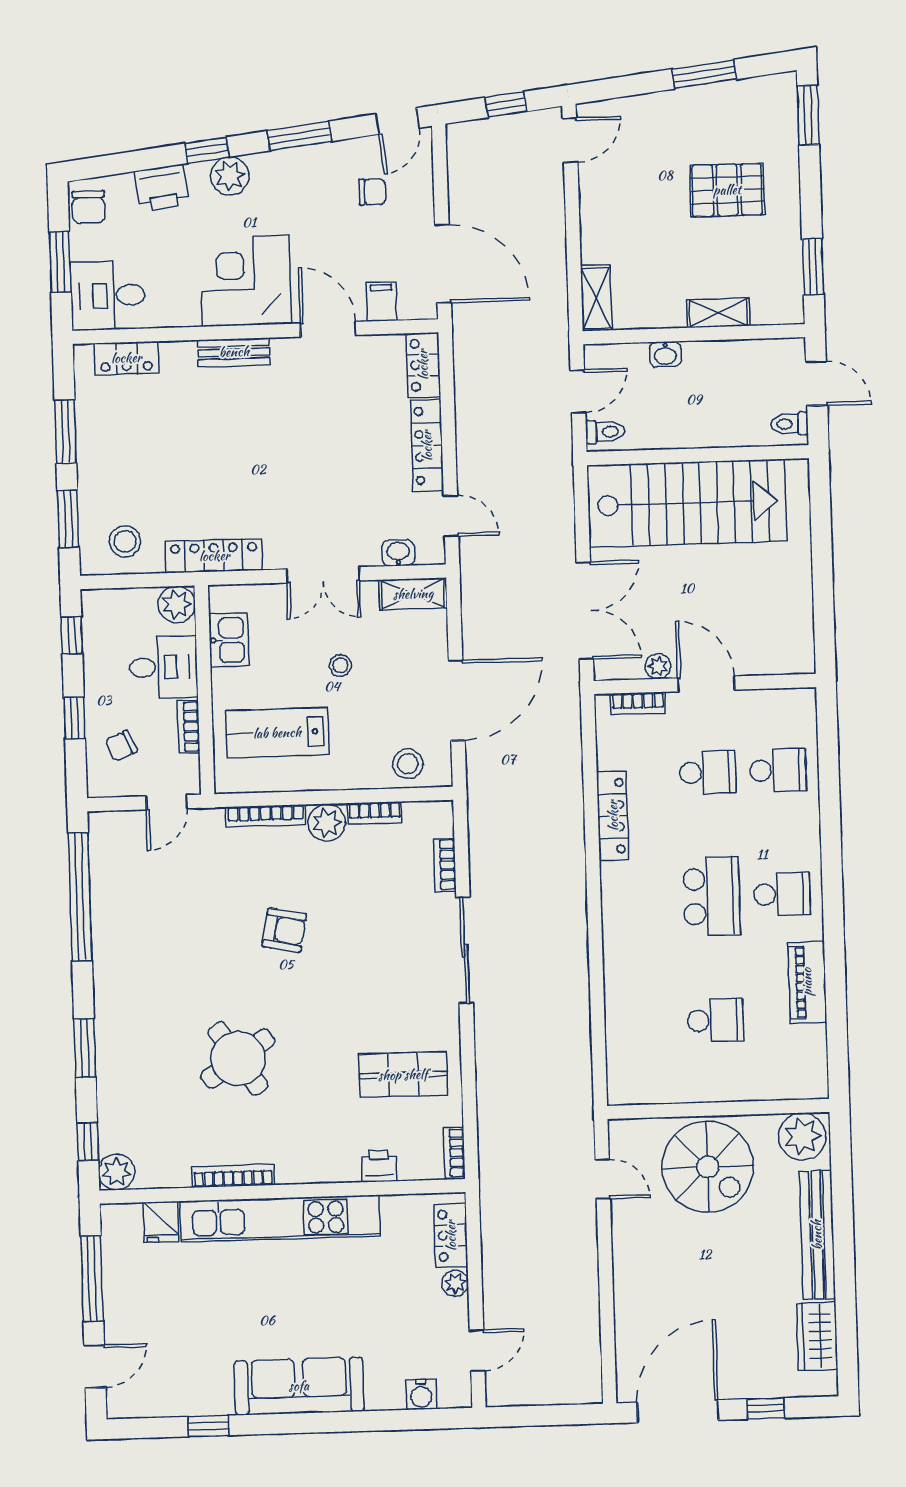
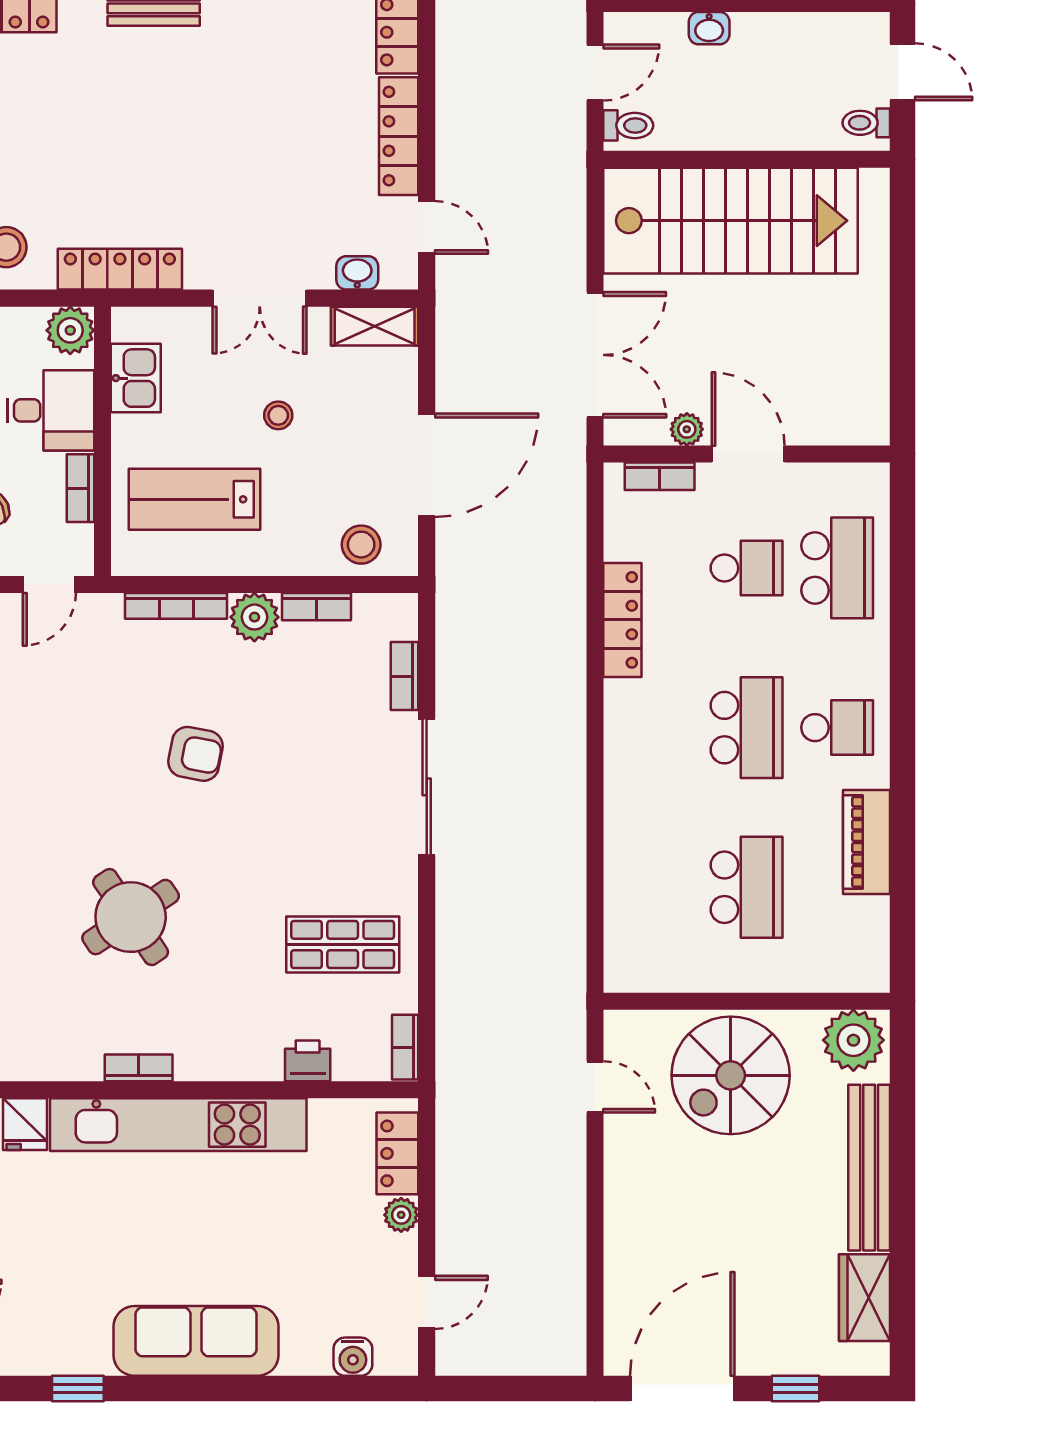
school desk: (778, 770) -> (837, 568), width x1.85
school desk: (715, 1020) -> (747, 887), width x1.85
spiral stairs: (708, 1167) -> (731, 1075), turned 90
bookcase: (233, 1176) -> (139, 1068), width x0.64

